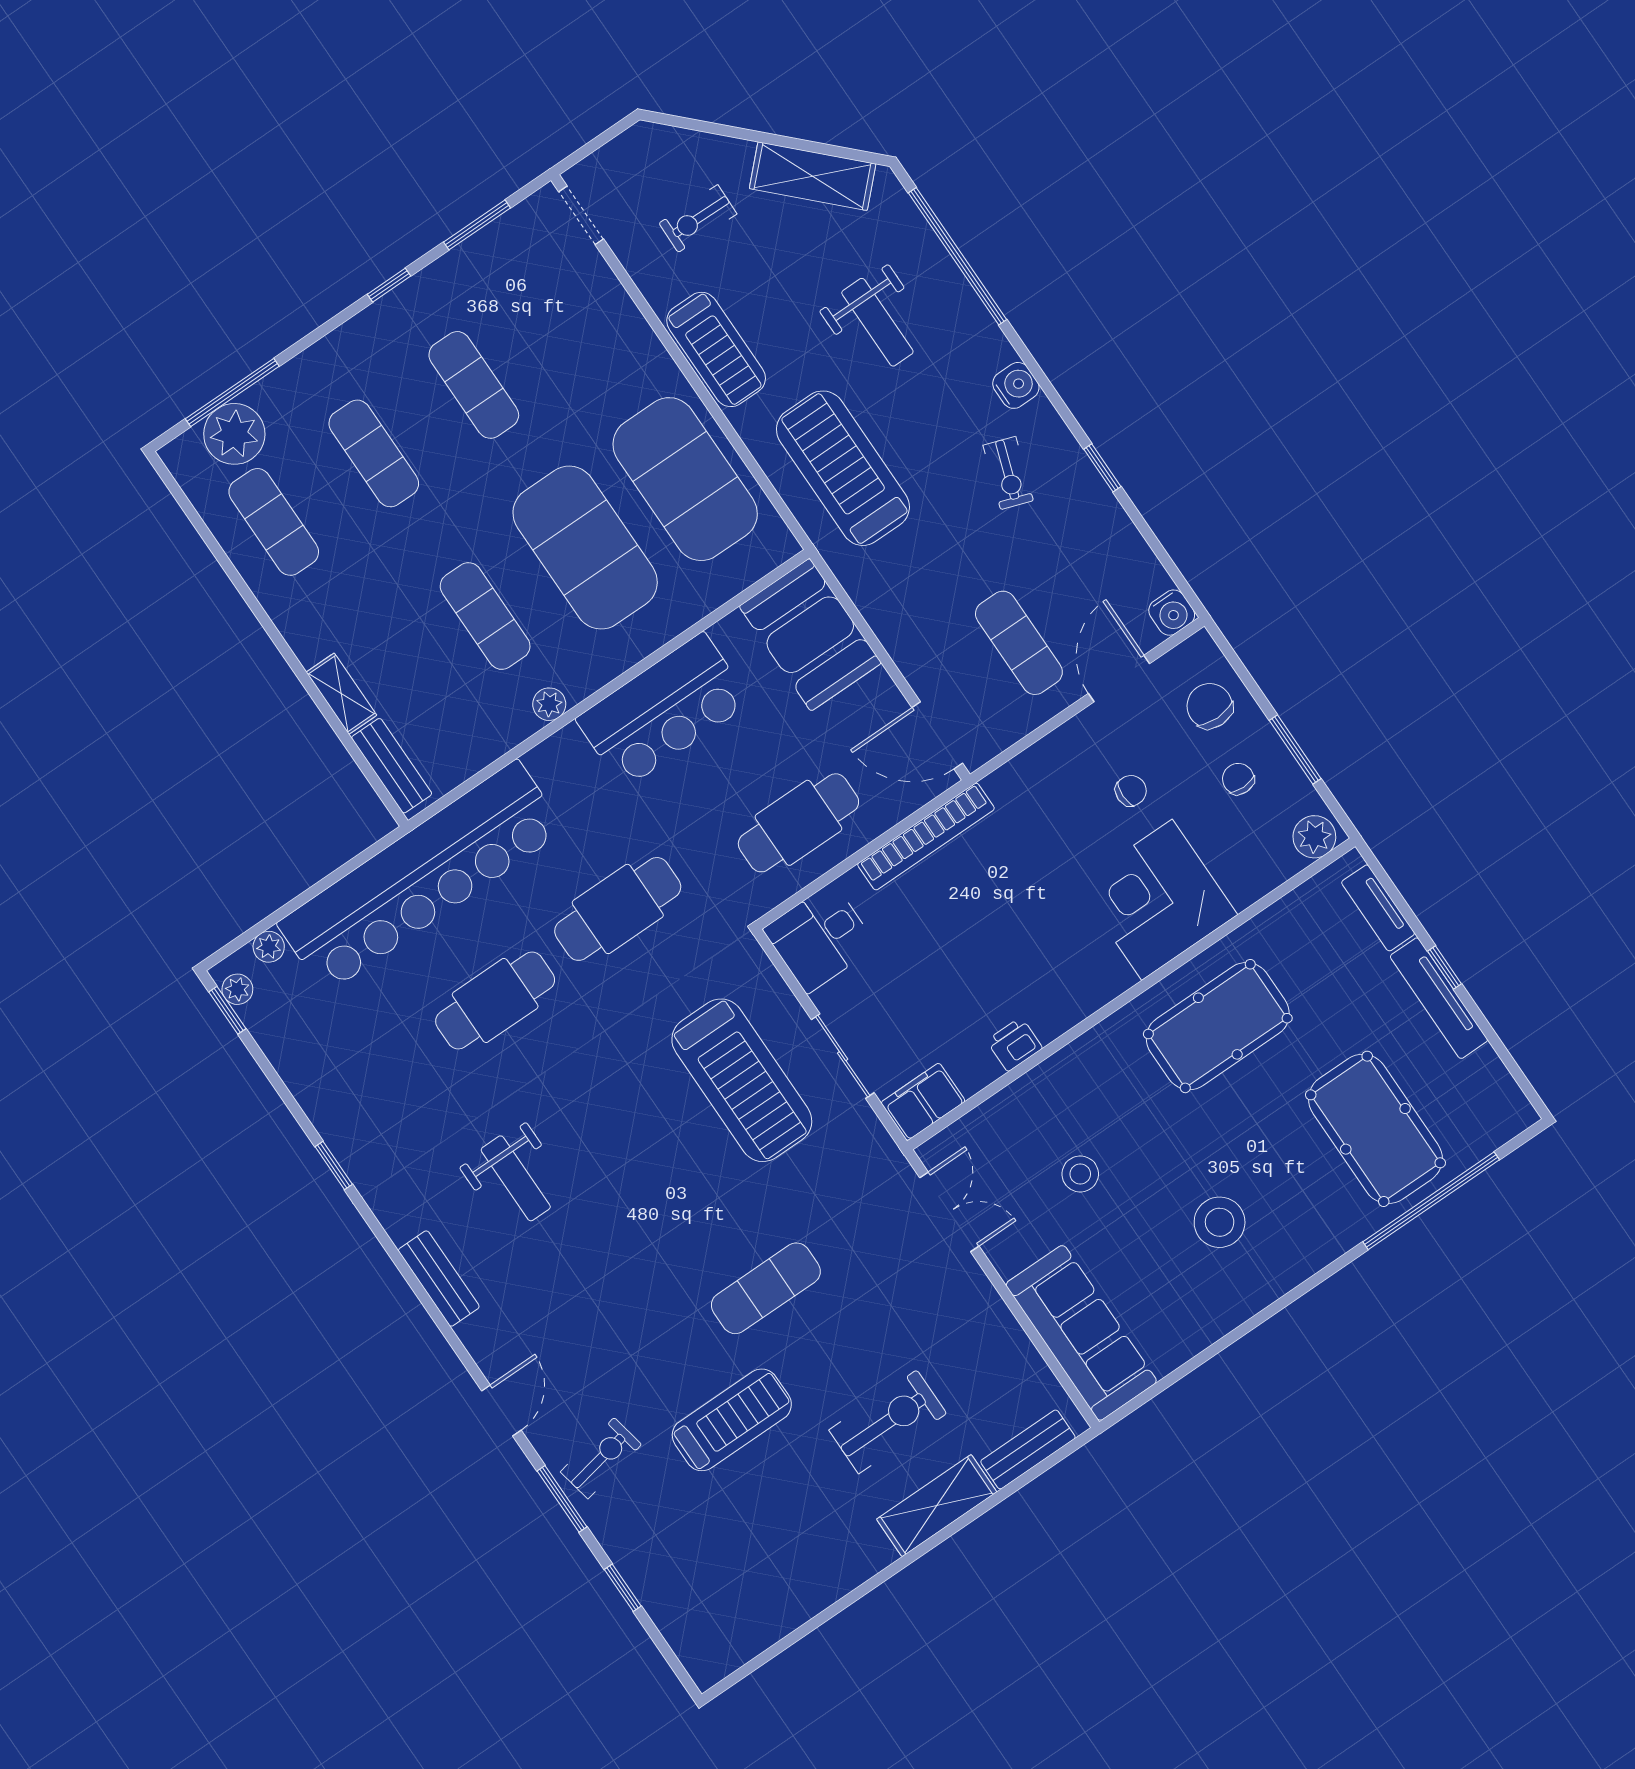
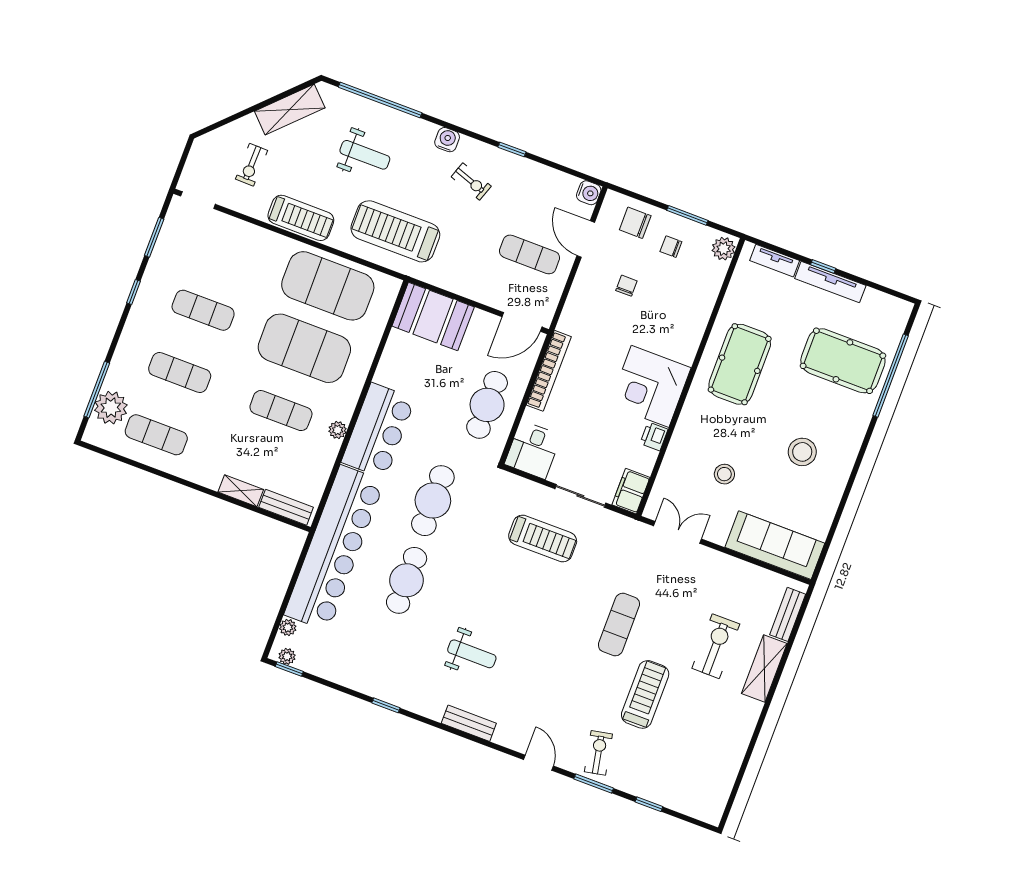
bar counter: (663, 710) -> (378, 431), moved
corner desk: (1157, 900) -> (650, 386), moved
treadmill: (742, 1080) -> (543, 539), width x0.73, depth x0.73

